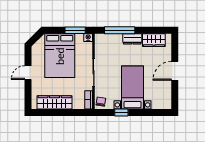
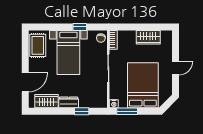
window: (120, 30) -> (82, 111), width x0.46
door: (175, 71) -> (25, 82), moved
rug: (162, 94) -> (38, 45), added
wardrobe: (55, 102) -> (148, 37), width x0.67

